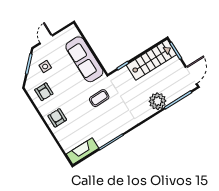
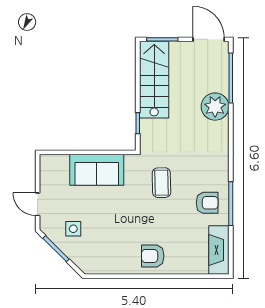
sofa: (84, 59) -> (97, 170), width x0.73
armchair: (44, 92) -> (207, 203), moved

